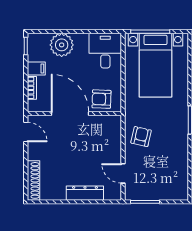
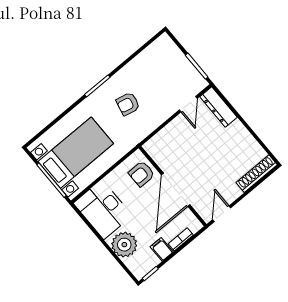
desk: (105, 51) -> (103, 209), width x1.37
armchair: (101, 99) -> (142, 174), turned 88
armchair: (141, 137) -> (128, 104), moved
dresser: (85, 193) -> (219, 107), moved

